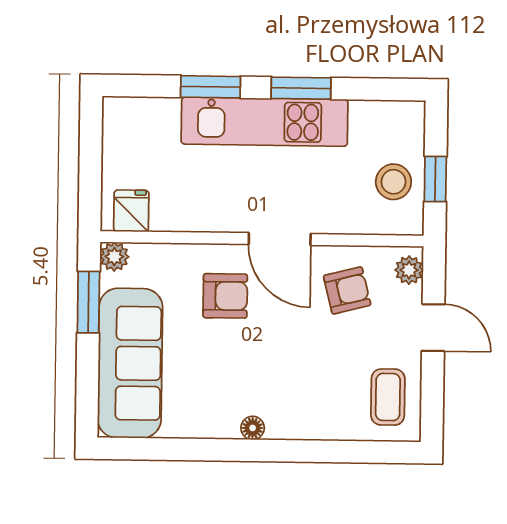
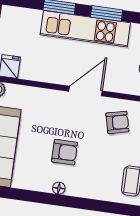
door: (280, 239) -> (85, 91), swing flipped
armchair: (225, 296) -> (65, 152), moved

